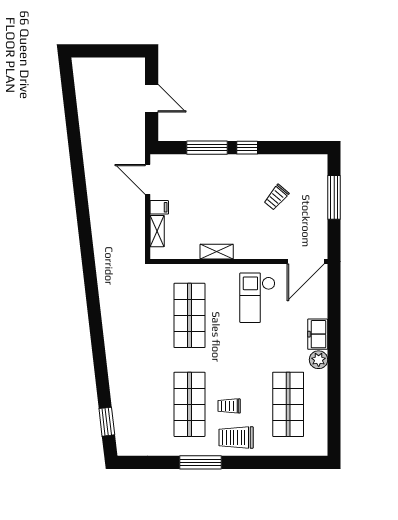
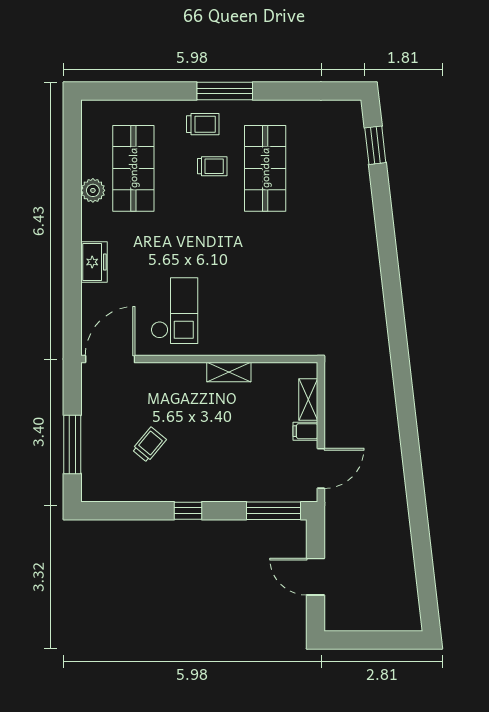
window: (207, 148) -> (274, 511), moved
door: (148, 179) -> (321, 468), hinge flipped
shop shelf: (189, 315) -> (265, 287), removed
plant: (319, 360) -> (93, 190), moved
trolley: (236, 437) -> (203, 124), width x0.73, depth x0.72
window: (201, 462) -> (225, 91), moved

